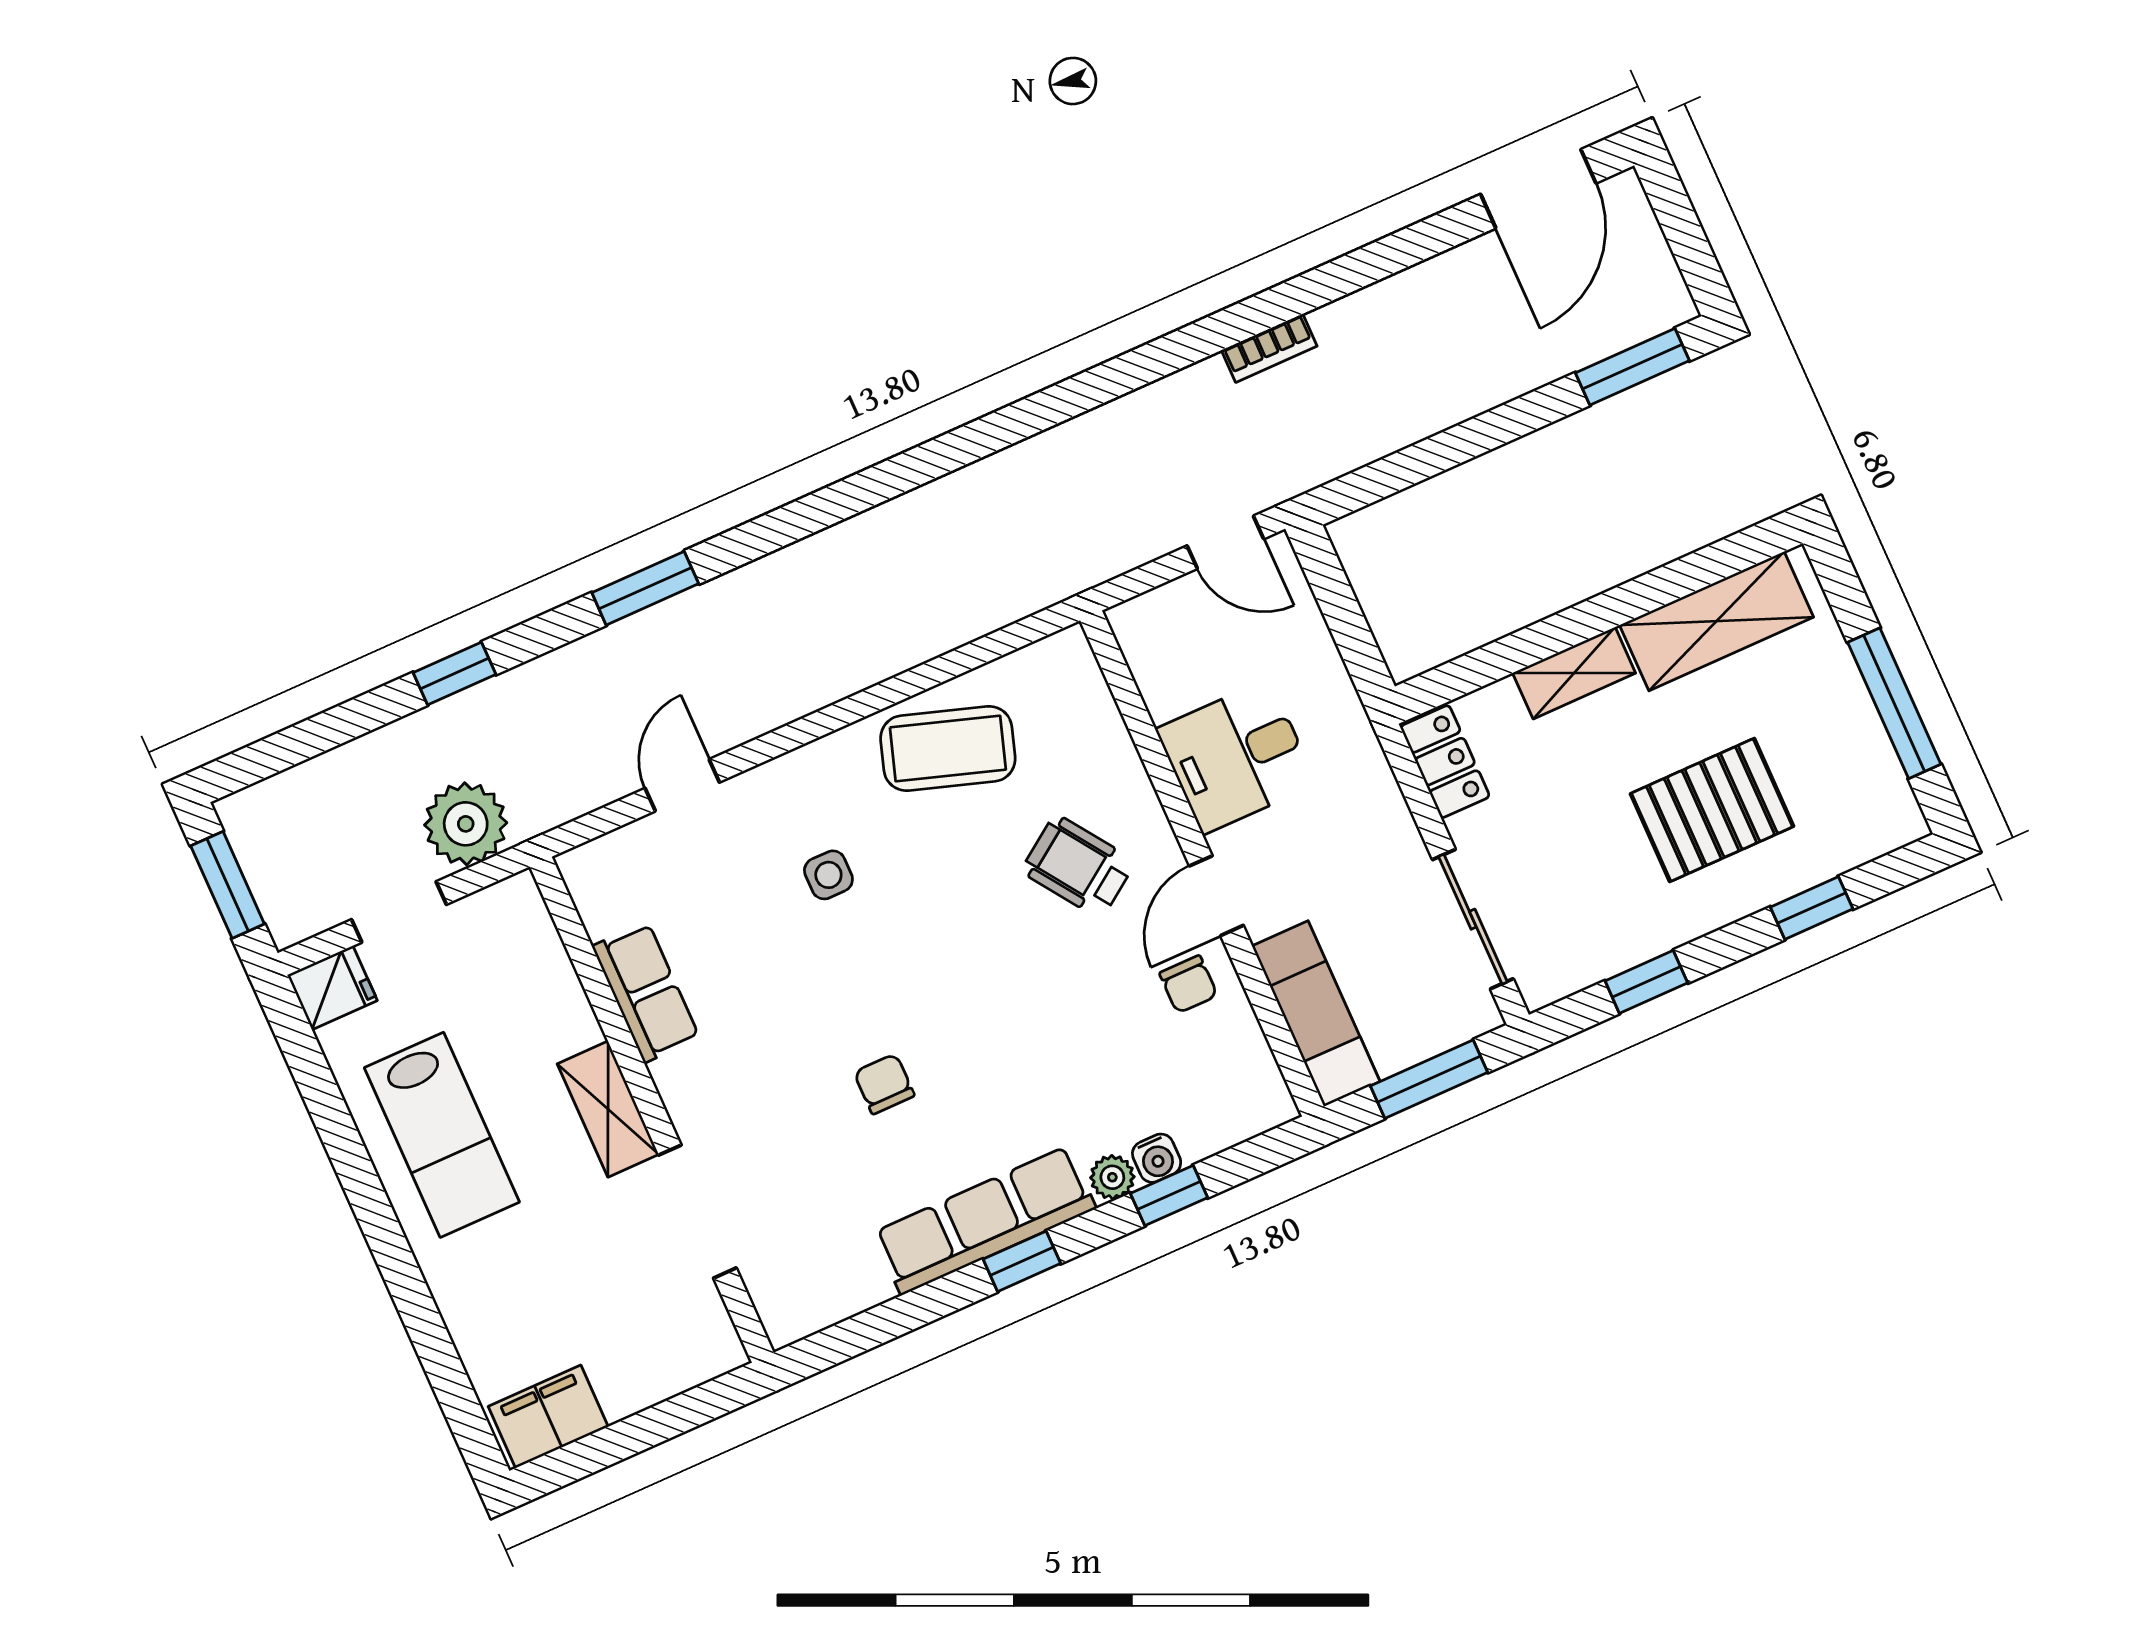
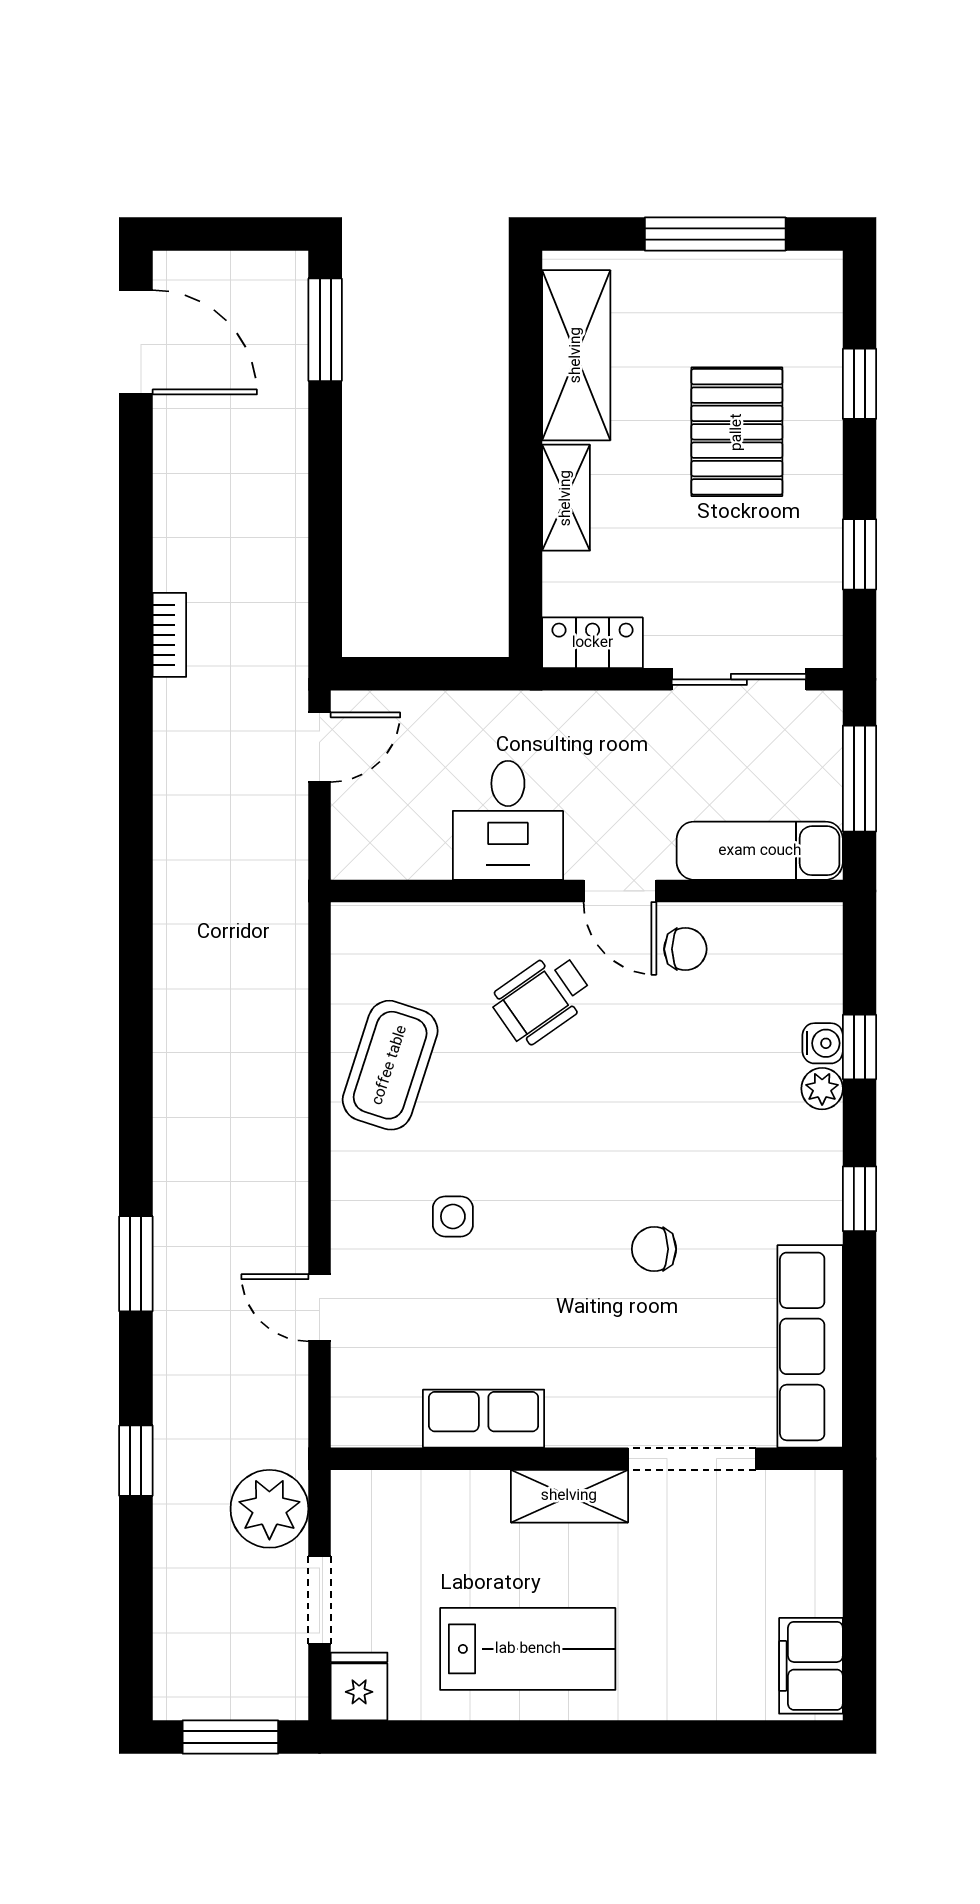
row of seats: (985, 1220) -> (810, 1346), moved

